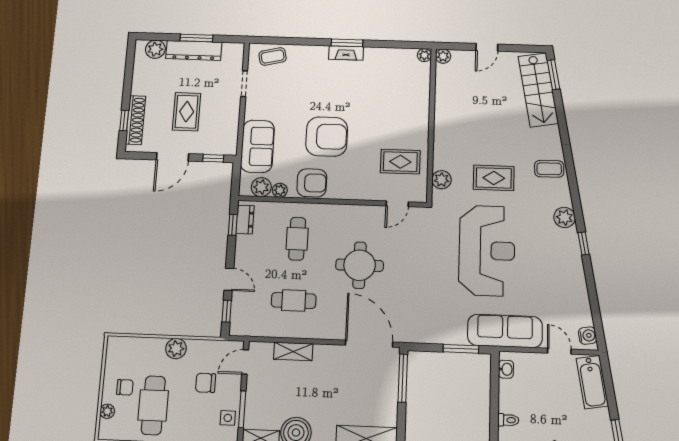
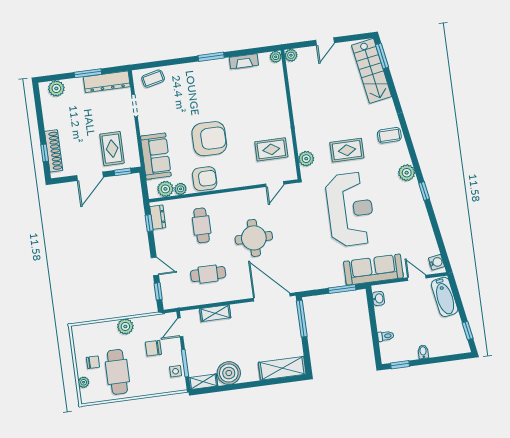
dresser: (194, 50) -> (107, 82), moved
fireplace: (346, 53) -> (244, 61), moved
rug: (187, 112) -> (112, 149), moved

